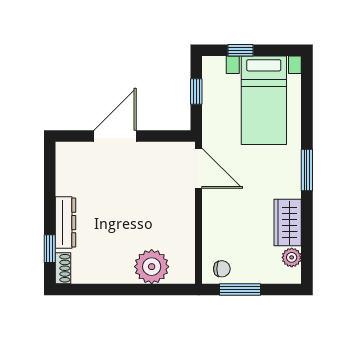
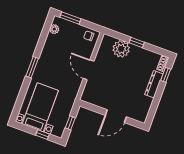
door: (199, 168) -> (89, 70), moved
wardrobe: (288, 223) -> (50, 46), removed
window: (127, 289) -> (137, 42), added
window: (240, 289) -> (70, 18), moved

